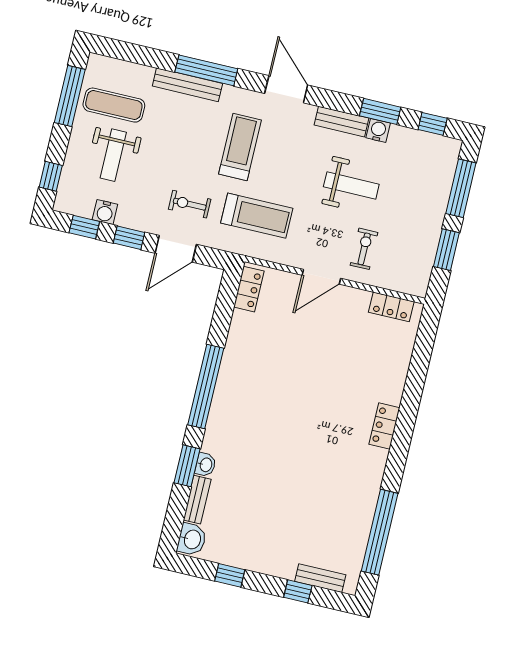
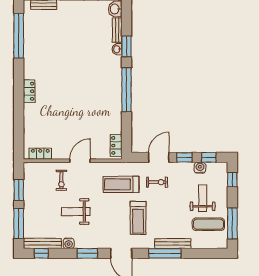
window: (380, 111) -> (87, 253), moved
bench: (341, 122) -> (42, 243), moved, width x1.36

